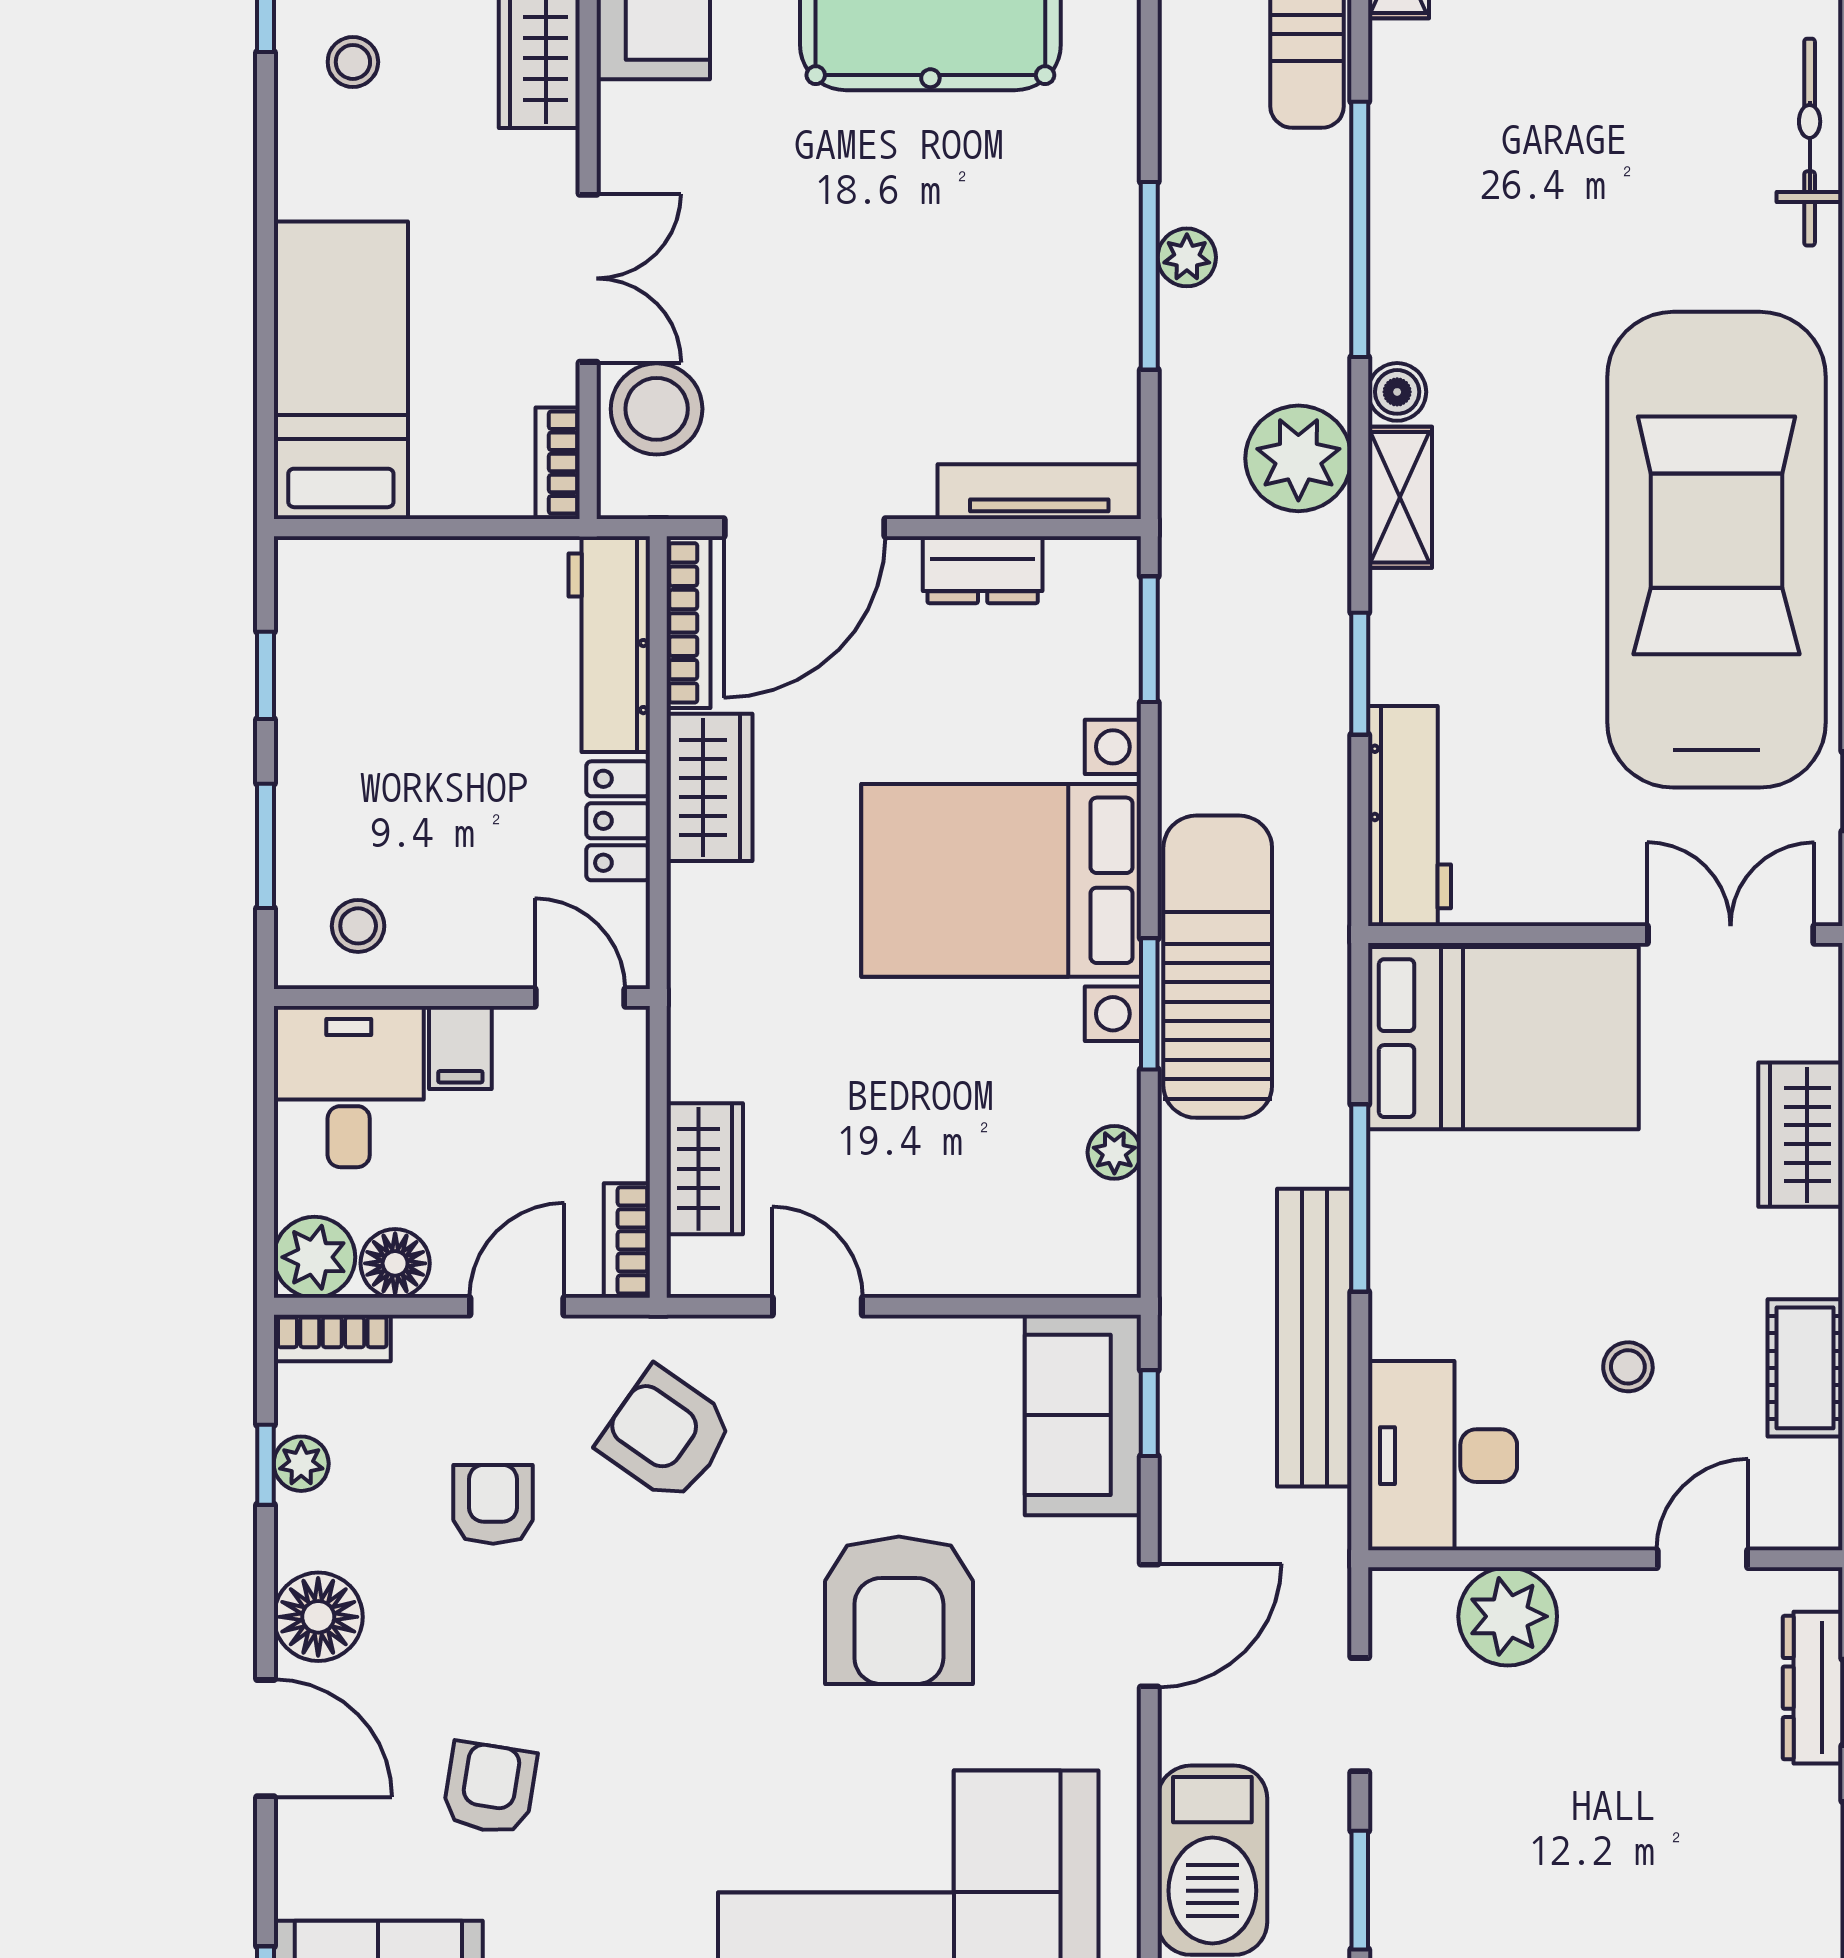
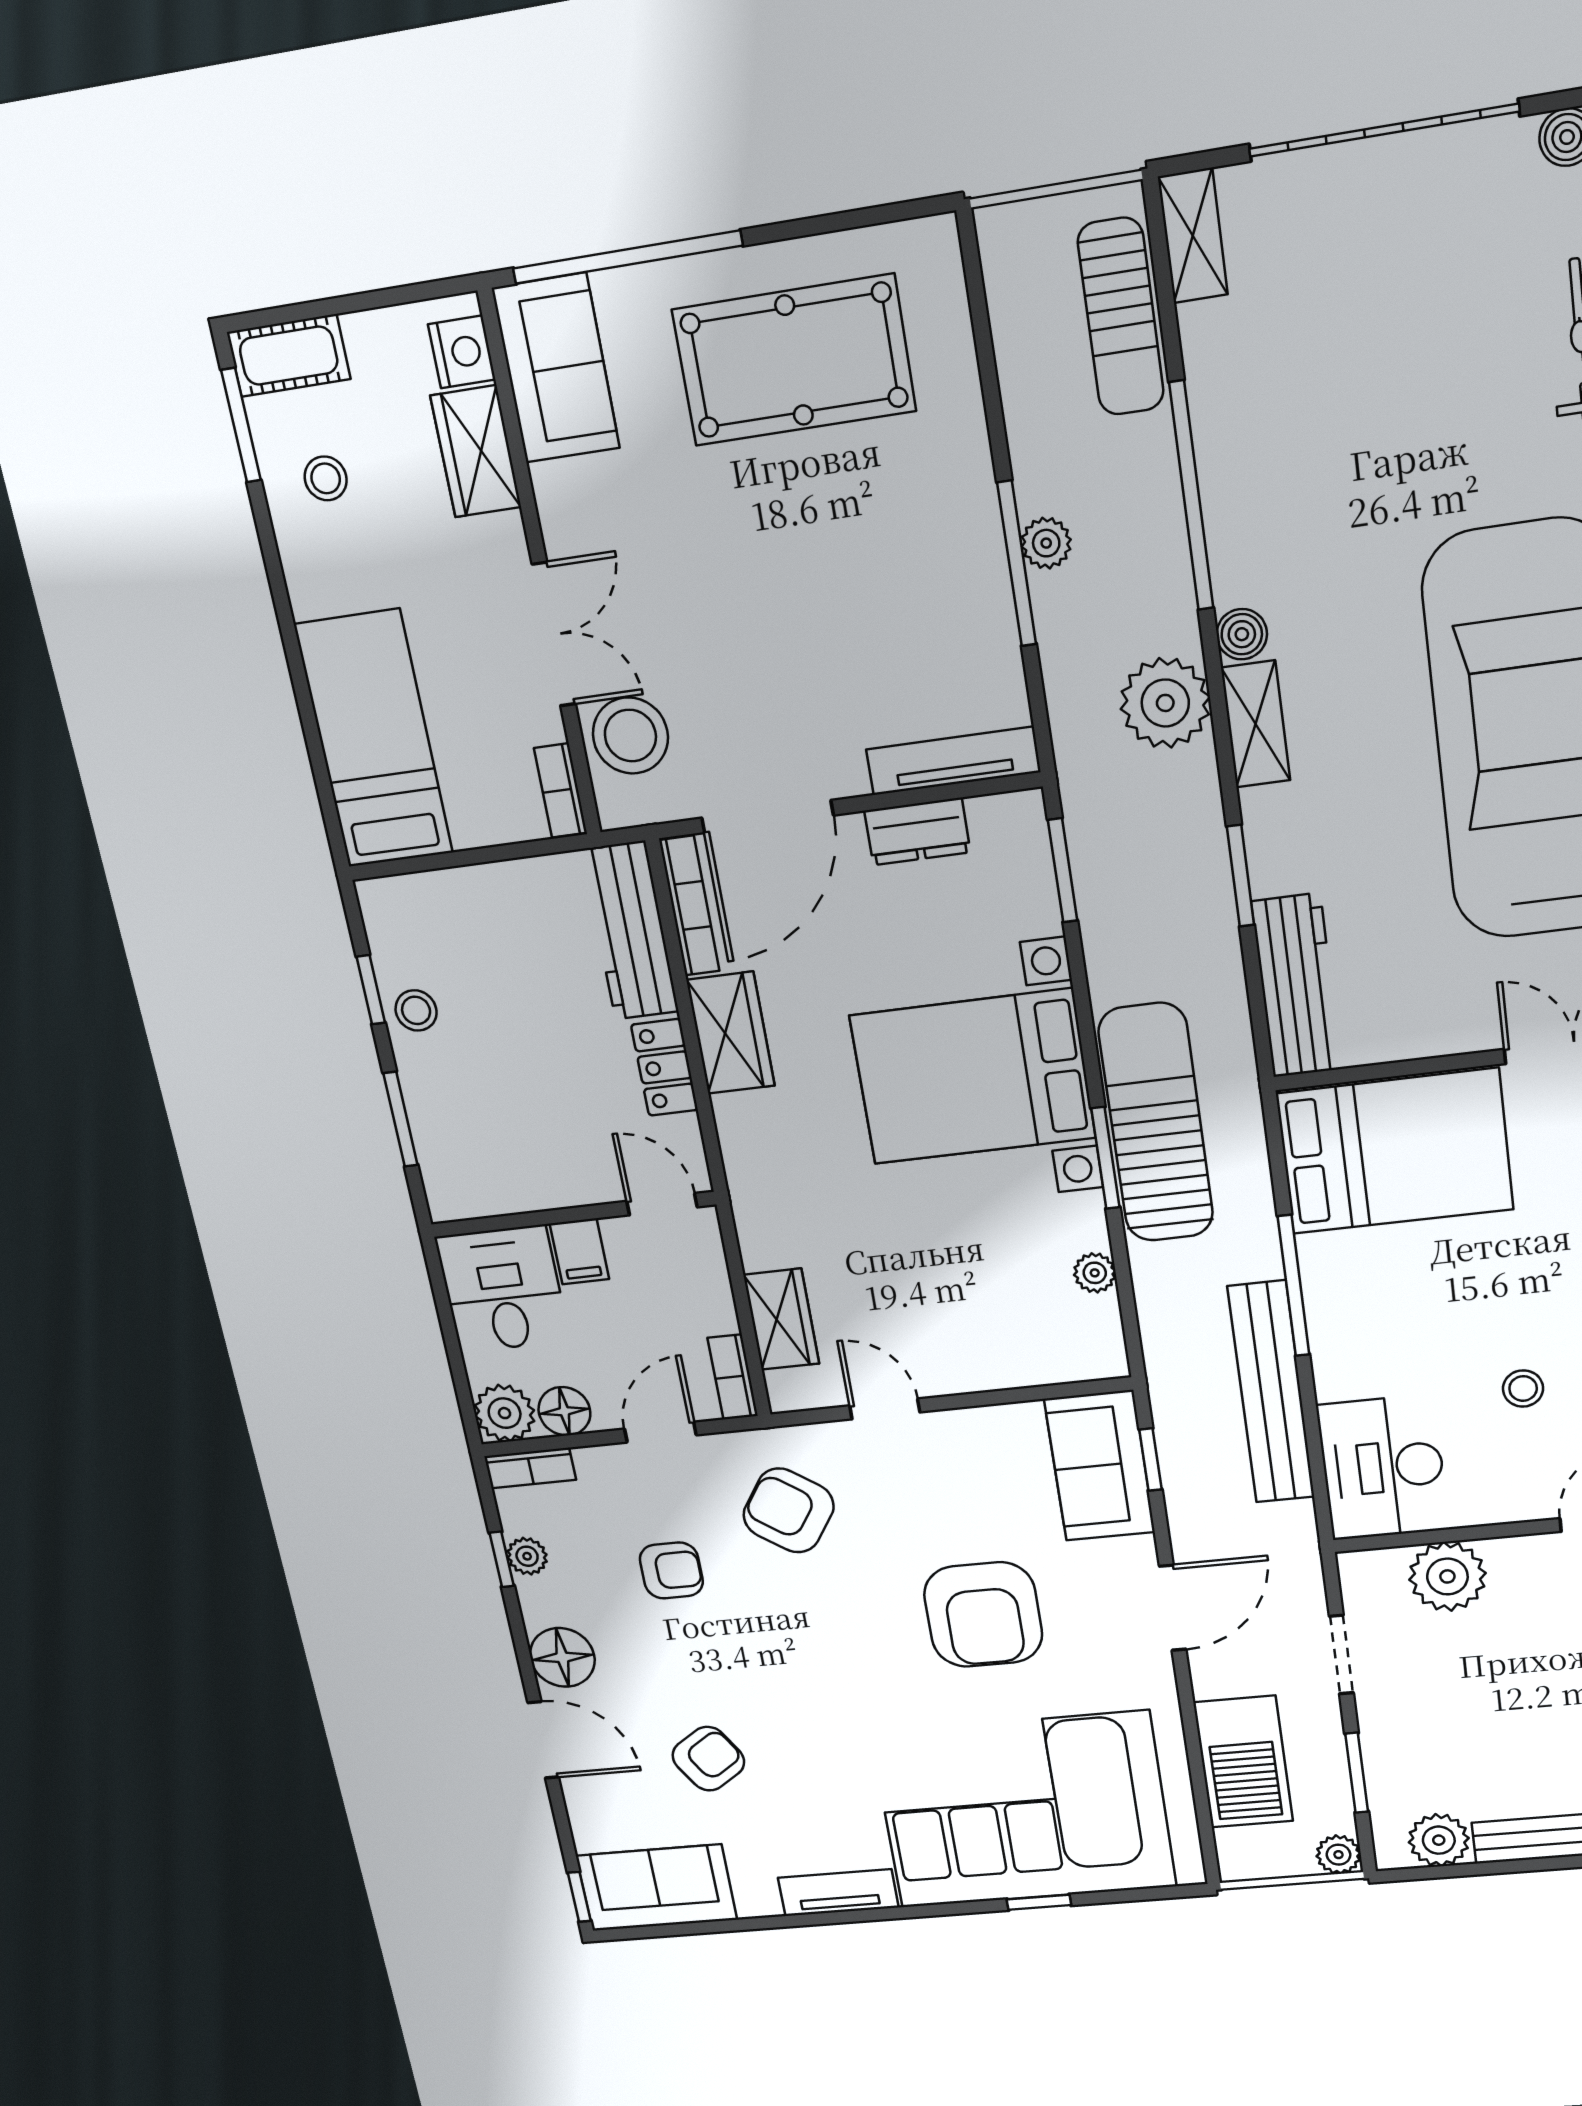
stool: (358, 926) -> (416, 1010), moved
armchair: (493, 1504) -> (671, 1570), turned 90
armchair: (490, 1788) -> (708, 1759), turned 48

